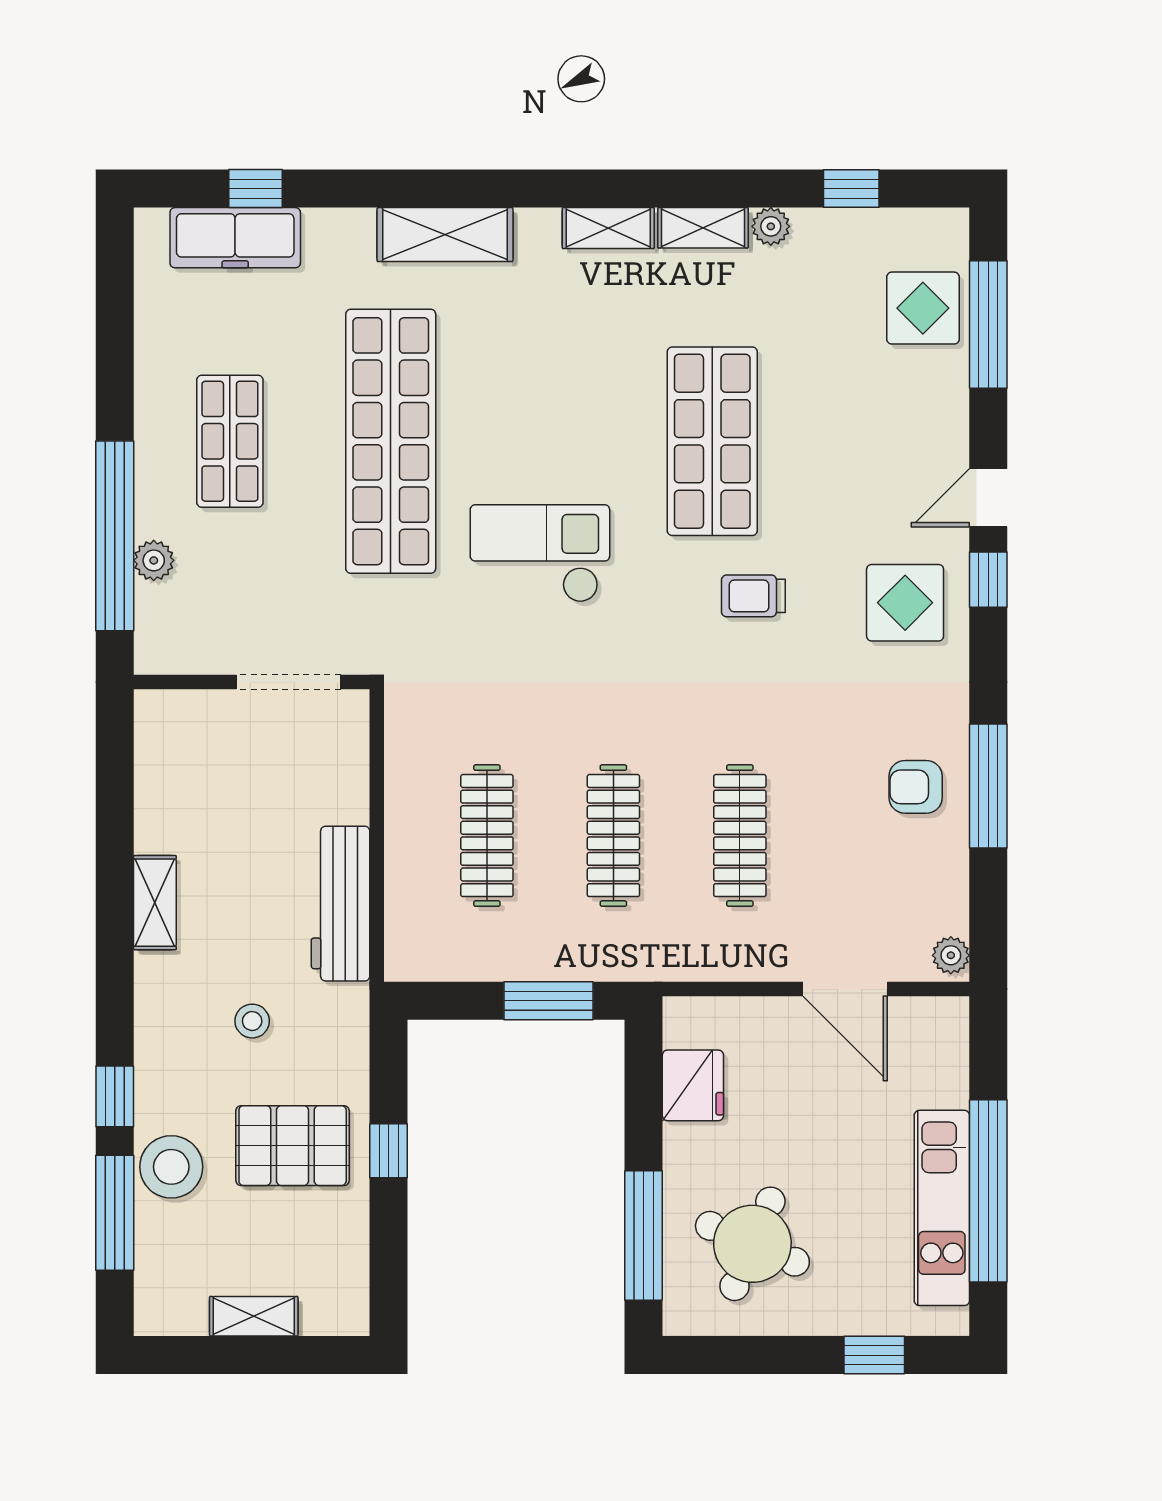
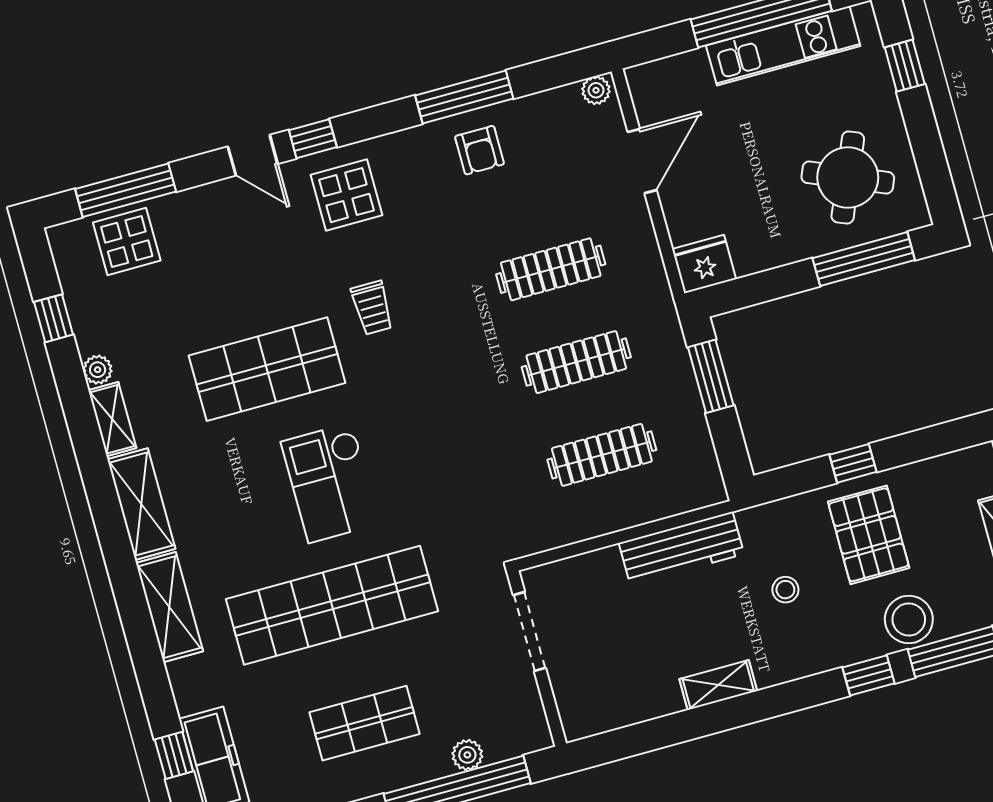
shelving: (608, 228) -> (141, 504), width x1.50, depth x1.33
checkout: (540, 553) -> (330, 483), moved
fridge: (693, 1085) -> (704, 264), moved

